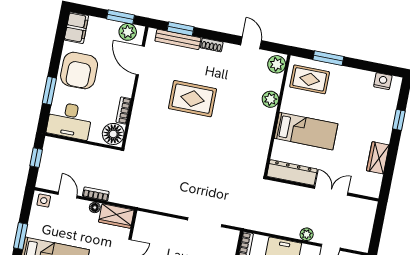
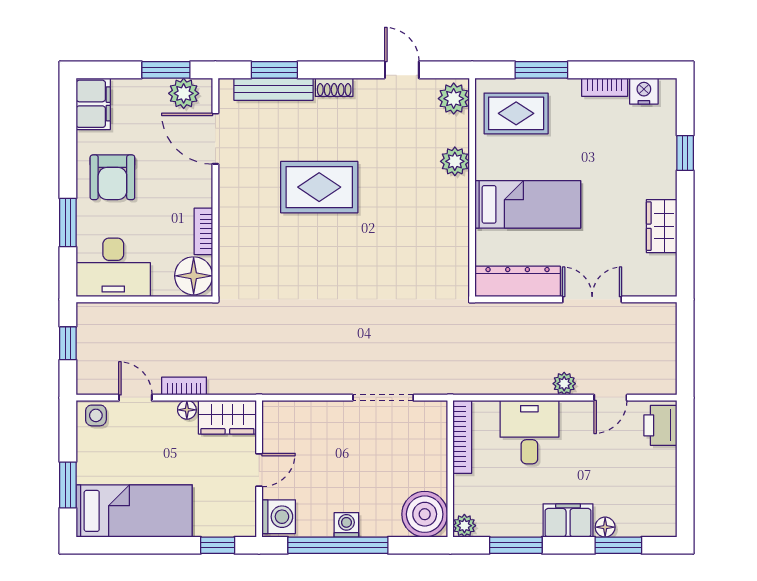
armchair: (79, 71) -> (112, 177), width x0.73, depth x0.73
bookcase: (361, 75) -> (605, 87), added

